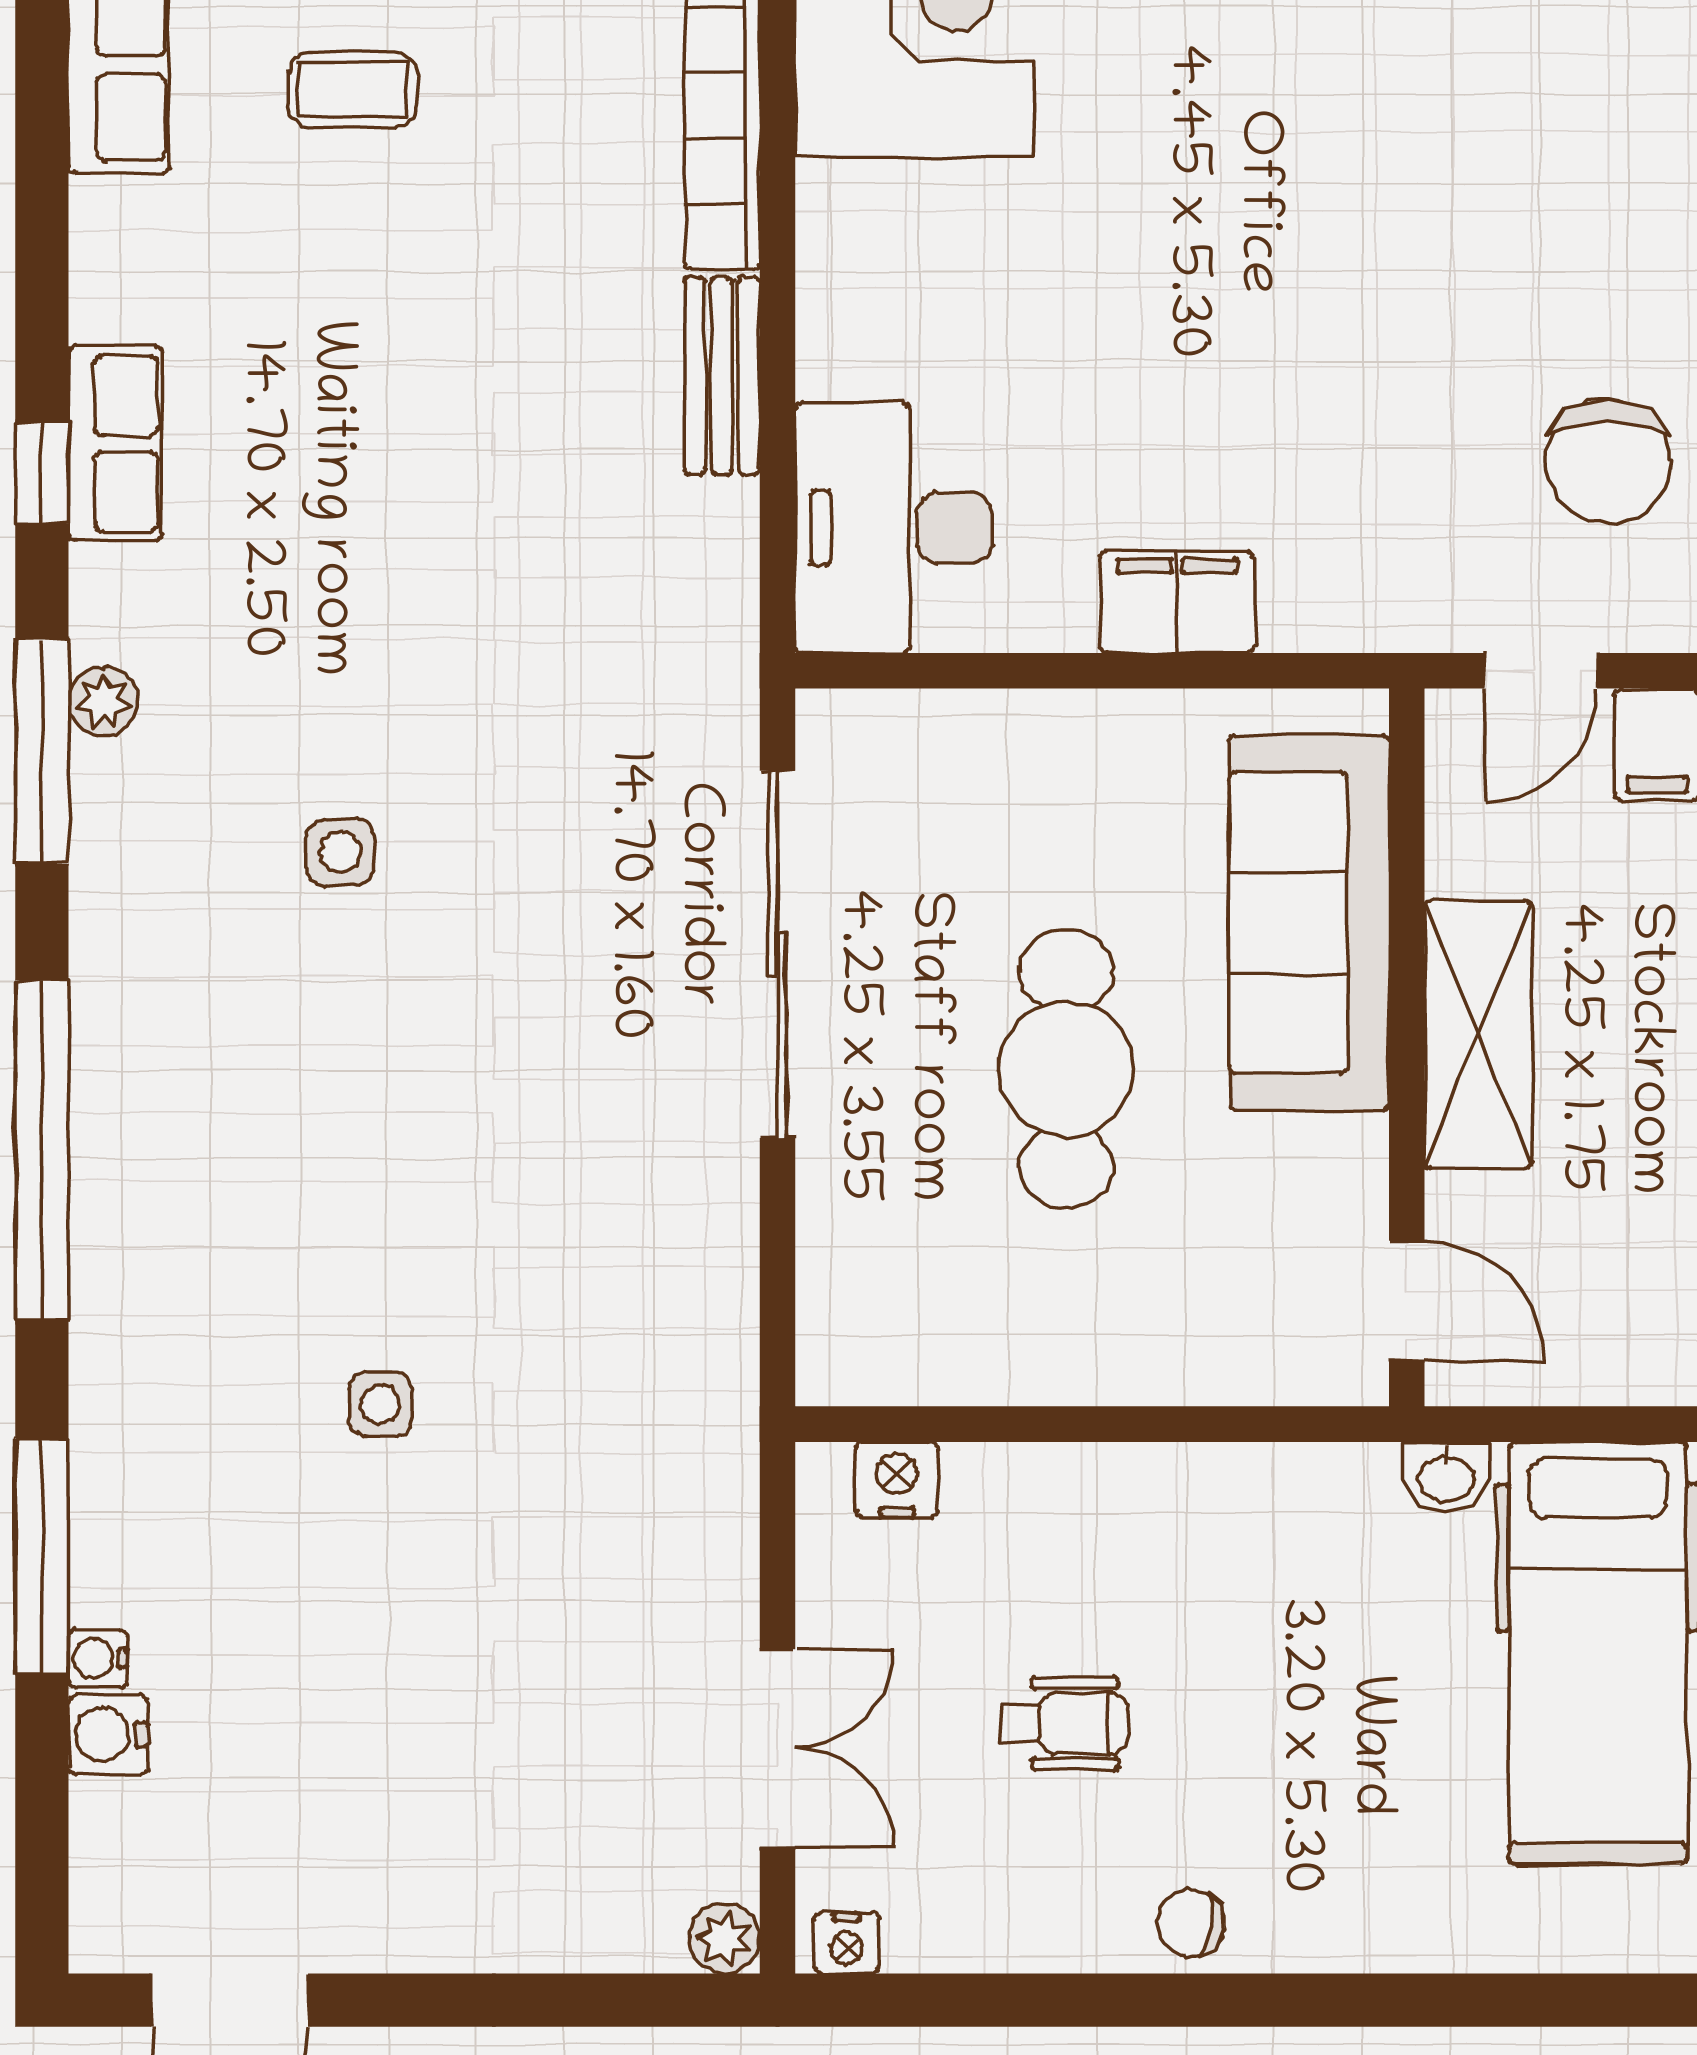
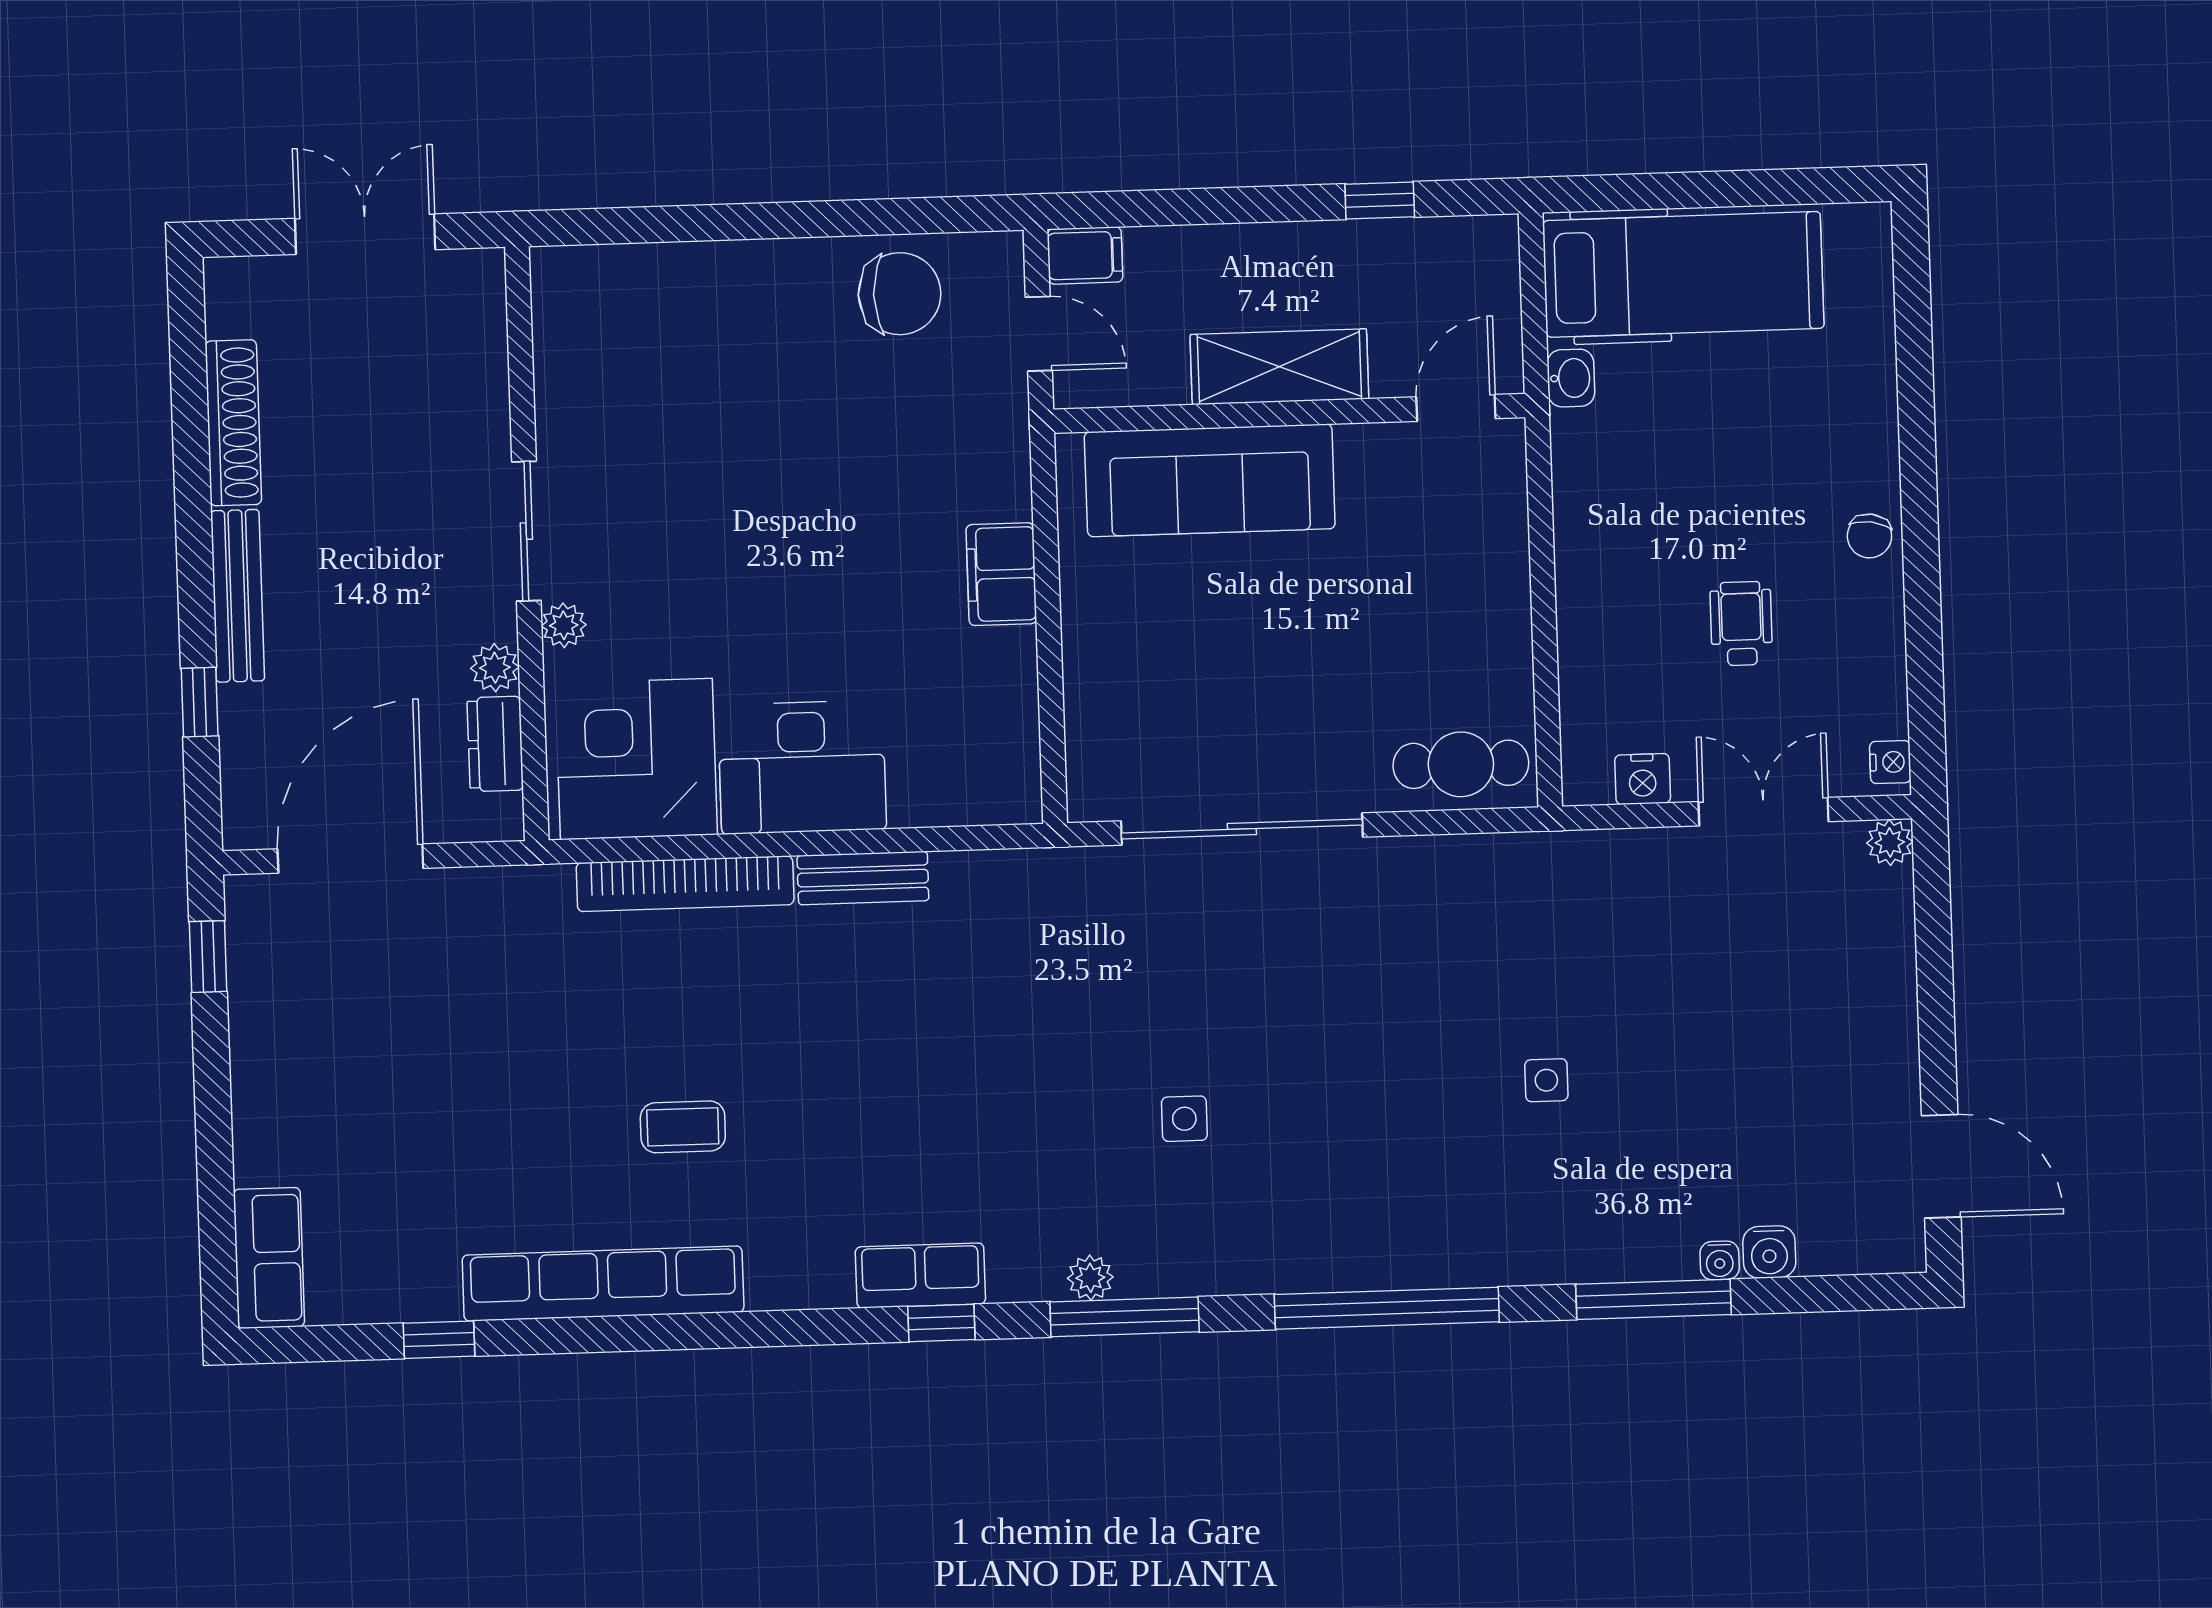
coffee table: (353, 90) -> (683, 1127), turned 90
desk: (894, 528) -> (802, 767), moved
cafe table: (1066, 1069) -> (1461, 764), moved, width x0.73, depth x0.74
nightstand: (897, 1480) -> (1643, 779), moved, turned -90

